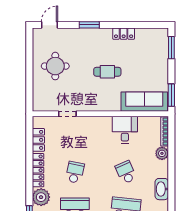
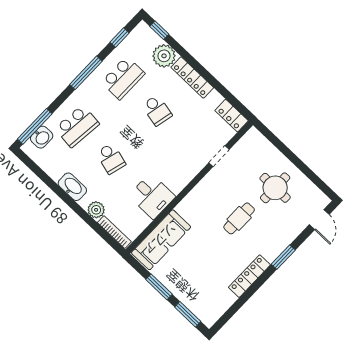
locker: (124, 34) -> (249, 276), width x1.53
cafe table: (107, 72) -> (239, 218), moved
window: (171, 95) -> (159, 287), moved
locker: (38, 140) -> (232, 116), moved
school desk: (126, 172) -> (111, 159), turned 39
washbasin: (162, 189) -> (72, 187), moved

